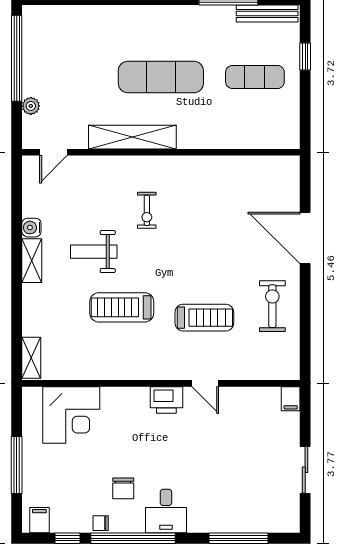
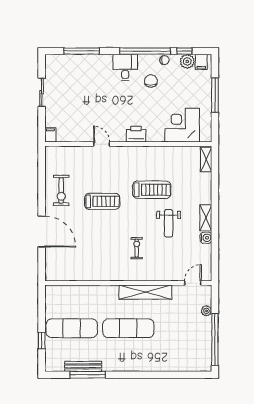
bench: (267, 14) -> (83, 366), moved
exercise mat: (255, 77) -> (72, 328), width x1.36, depth x1.45
weight bench: (94, 252) -> (169, 223), turned 90
treadmill: (204, 318) -> (102, 201), moved, turned 180
printer: (166, 400) -> (136, 134), moved
plant: (63, 521) -> (187, 61), added

